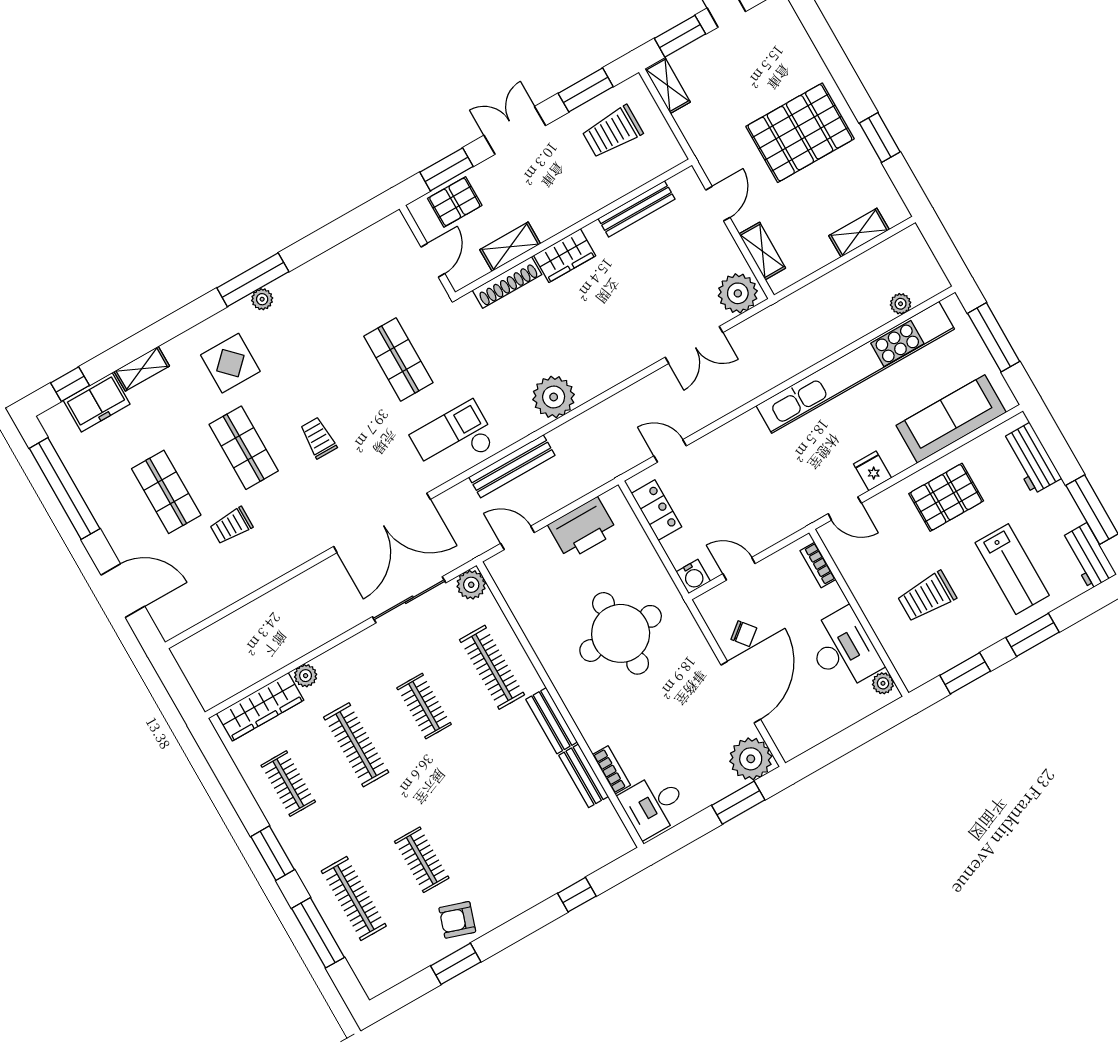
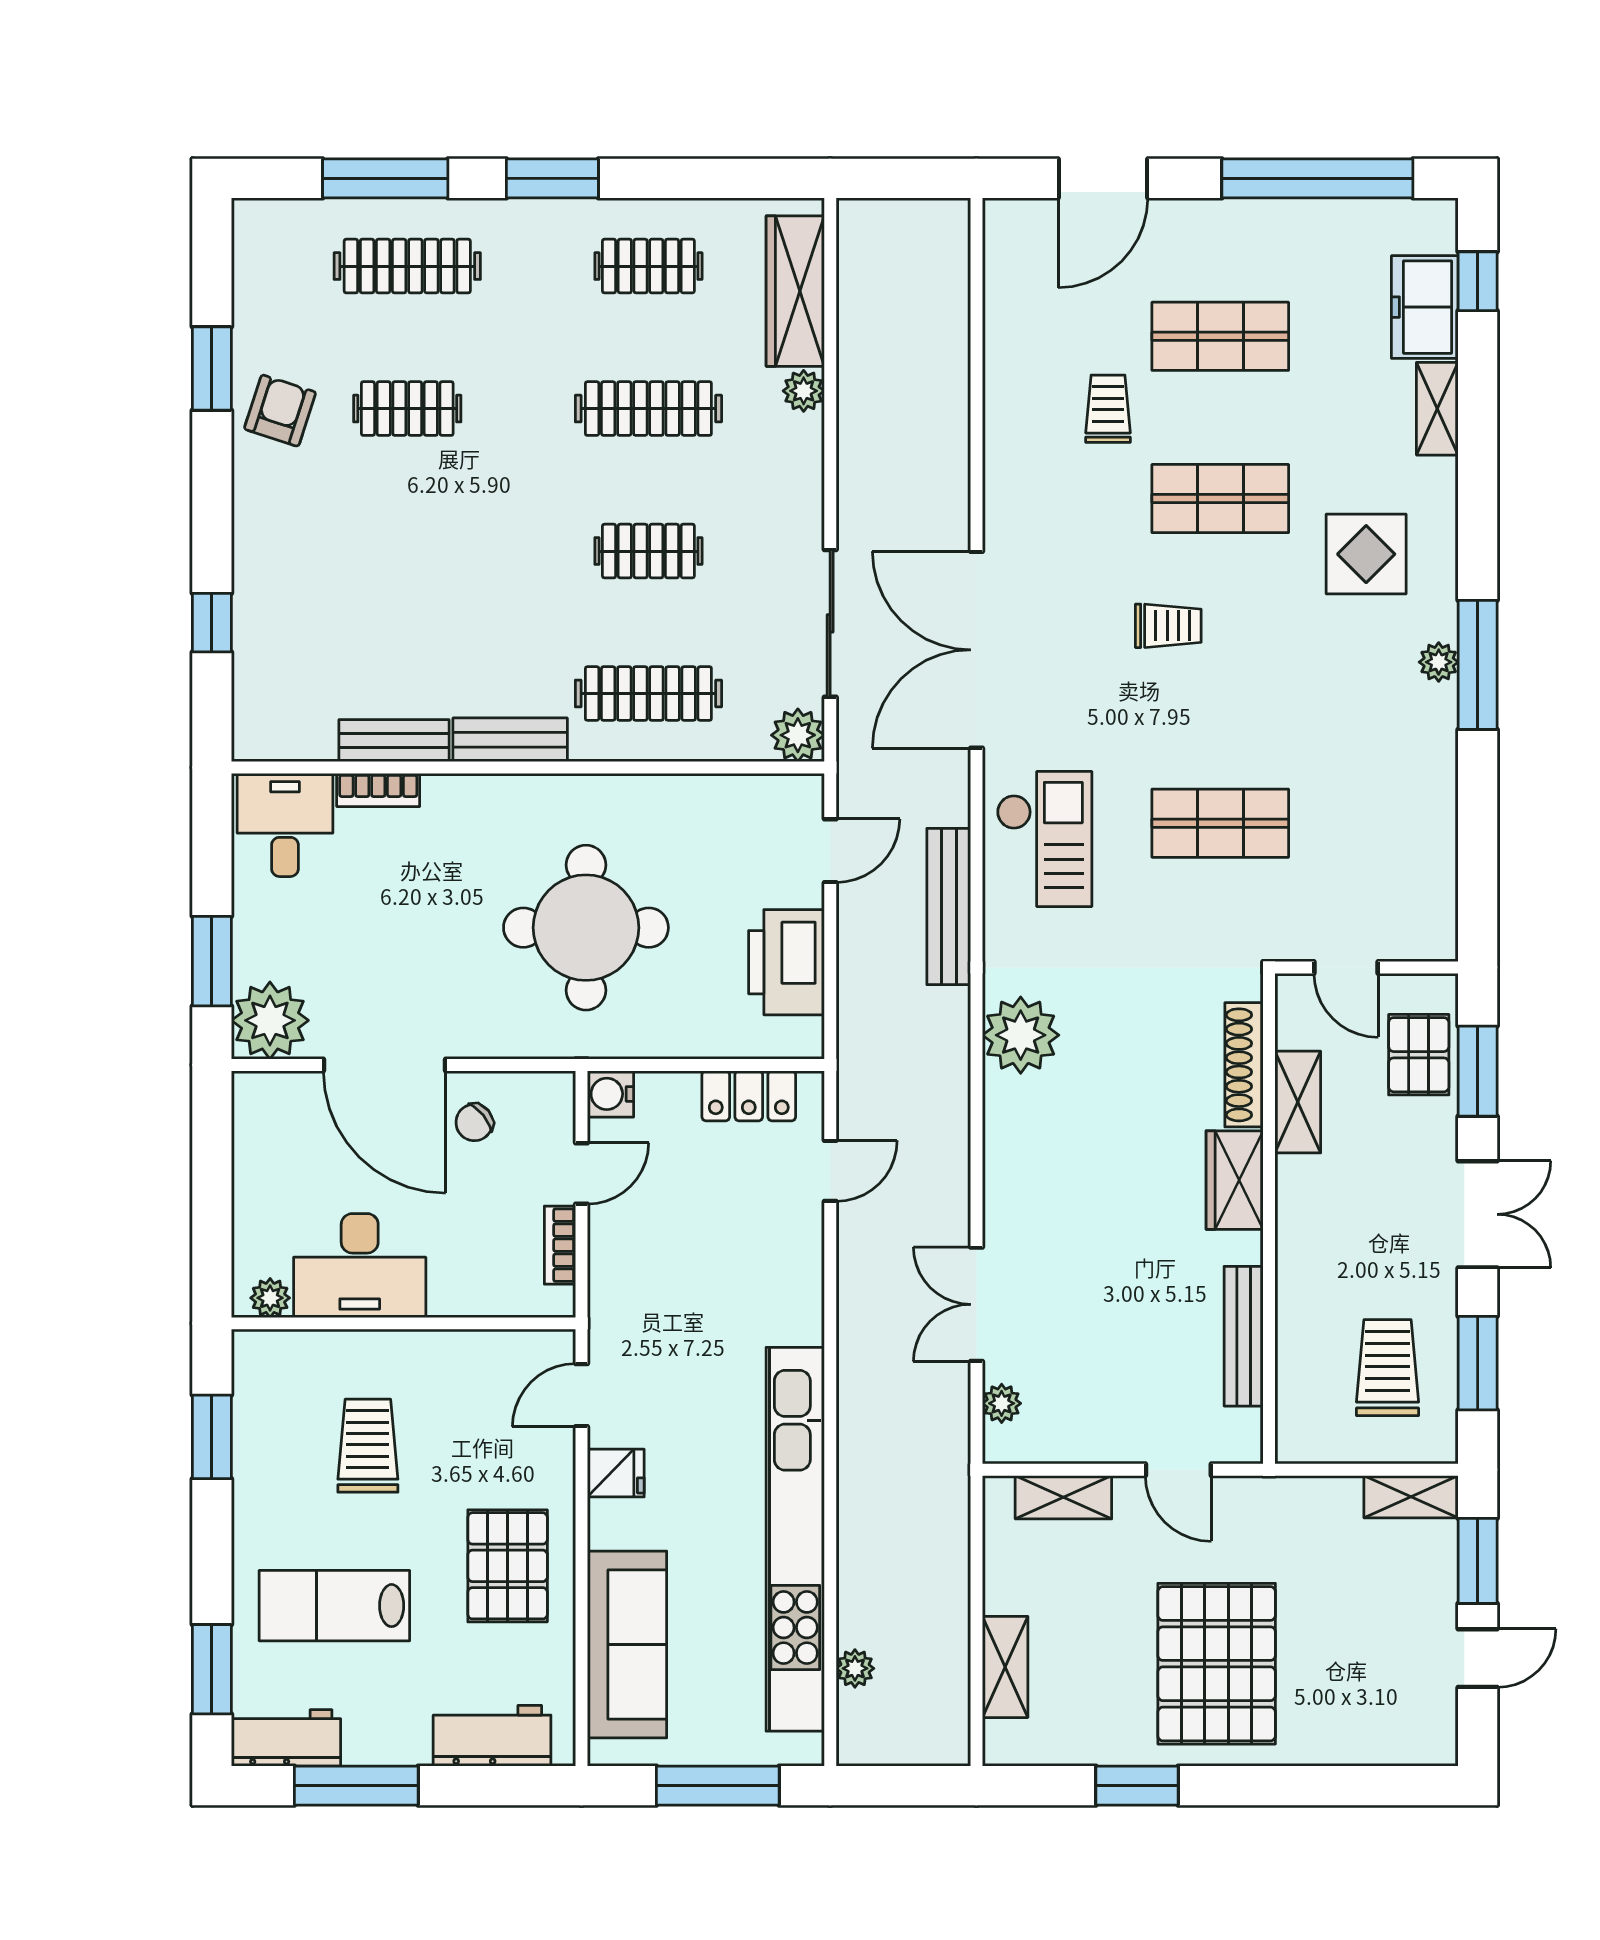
plant: (738, 293) -> (1002, 1403), width x0.53, depth x0.53
bookcase: (818, 565) -> (560, 1245), moved, turned -90
window: (1032, 635) -> (212, 1669), moved

